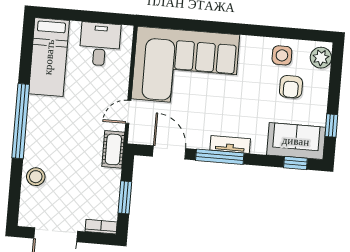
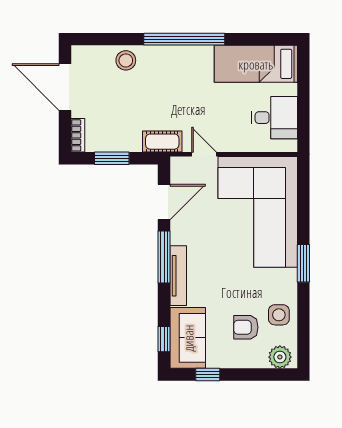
window: (236, 29) -> (303, 263), added
tv unit: (230, 144) -> (178, 276), width x1.41

